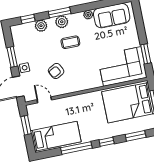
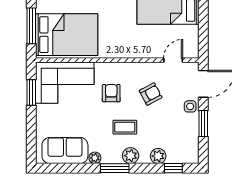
window: (60, 12) -> (115, 168), moved
armchair: (86, 66) -> (111, 93), added
door: (44, 100) -> (173, 60), swing flipped
window: (26, 125) -> (203, 32), removed

